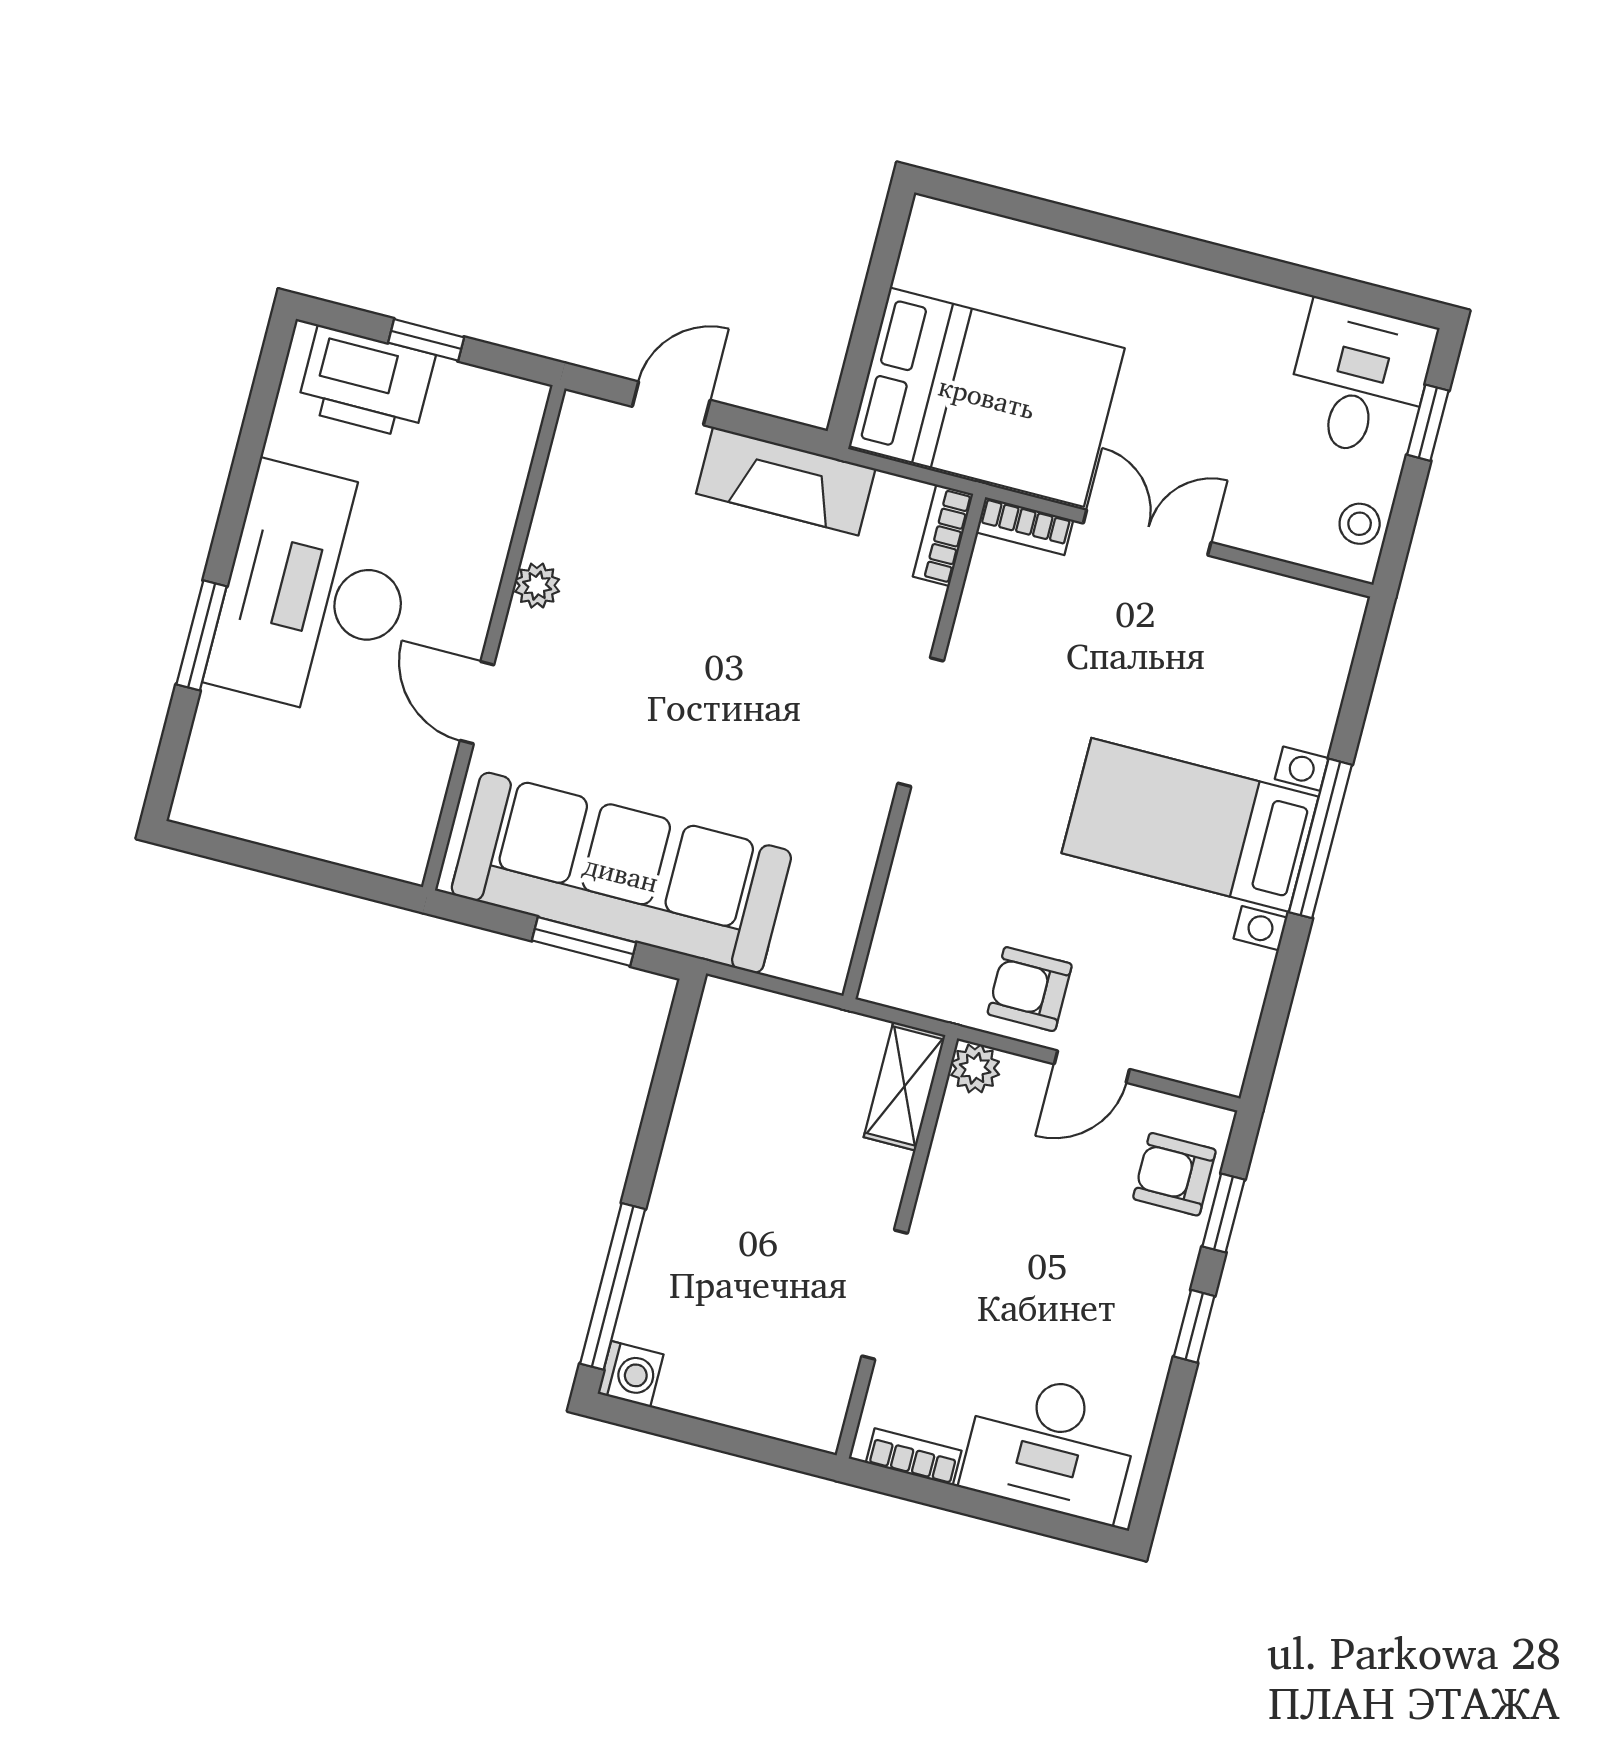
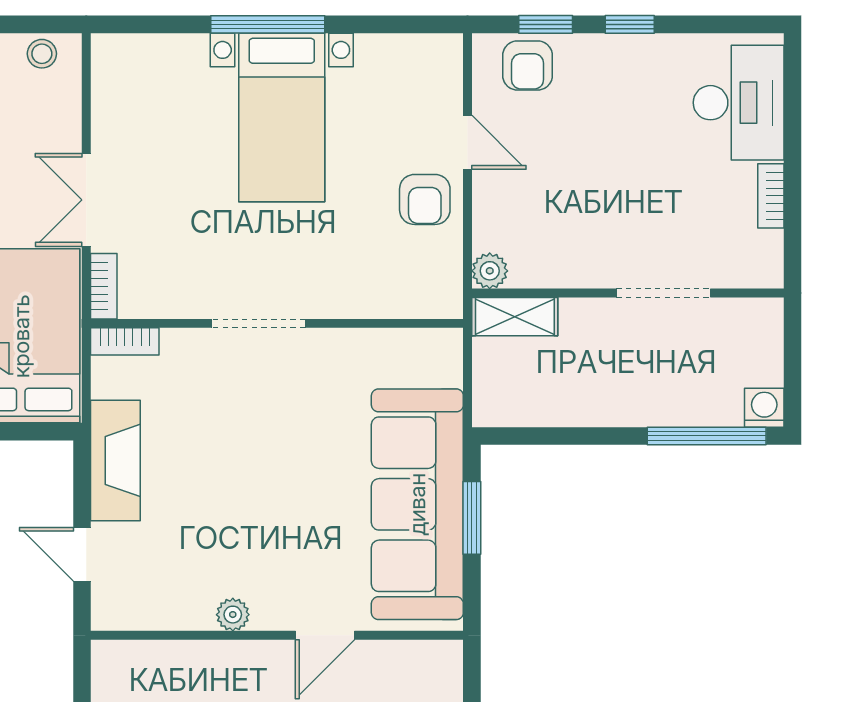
plant: (975, 1068) -> (490, 271), moved
shelving: (905, 1086) -> (515, 317), moved
wall: (897, 1247) -> (628, 293), moved
doorway: (885, 1295) -> (663, 293), moved

